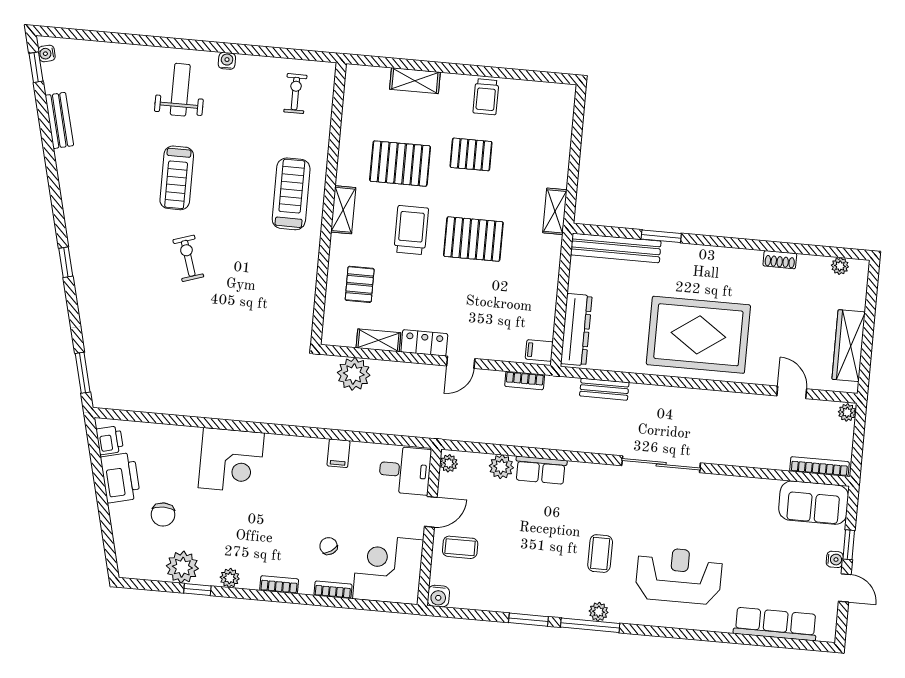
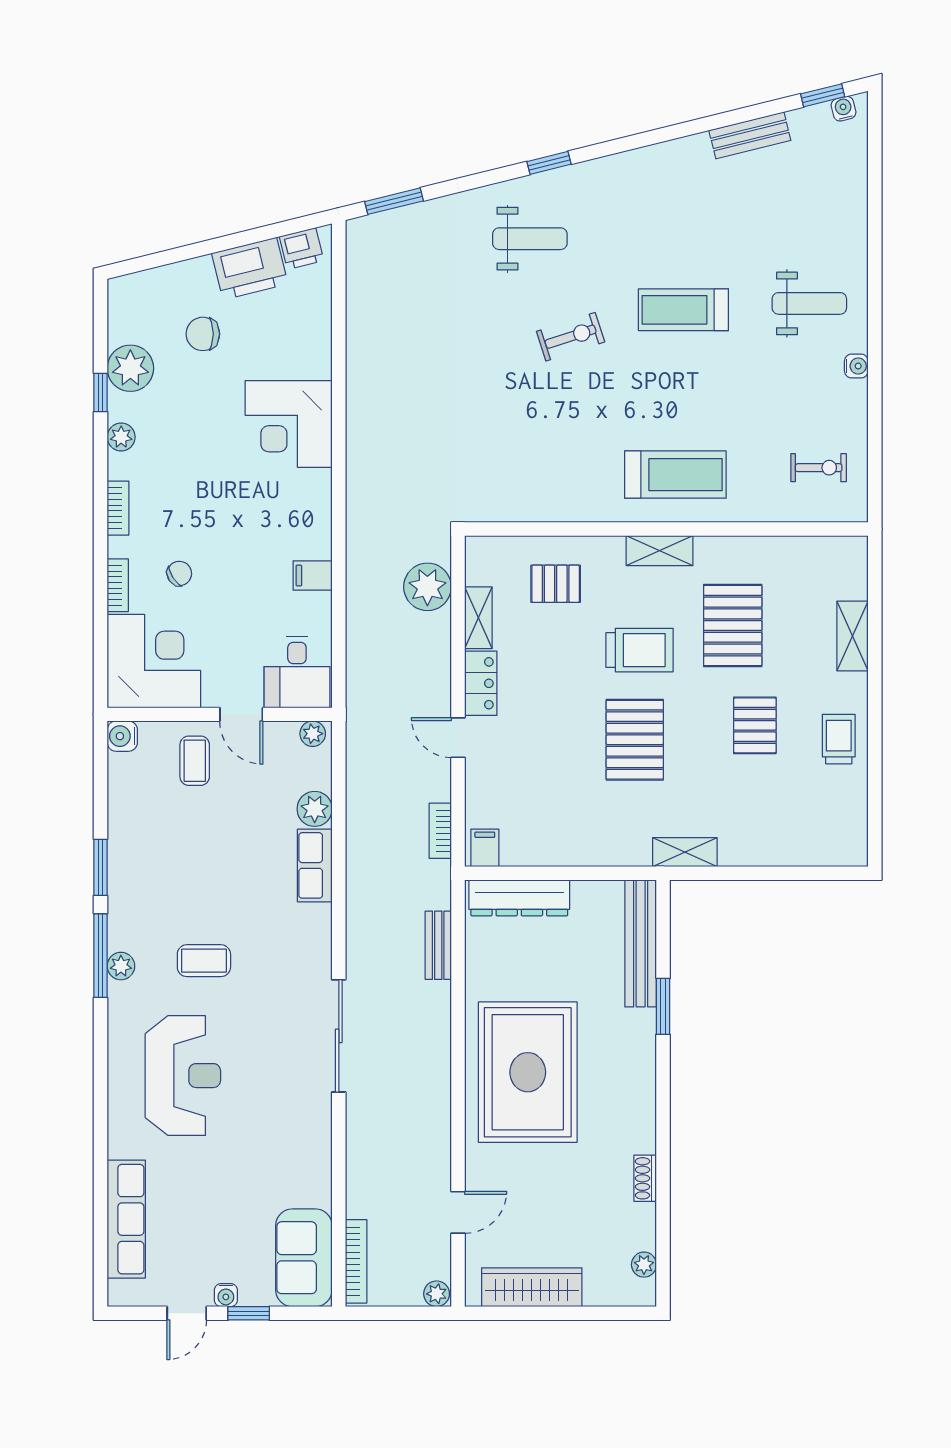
trolley: (486, 97) -> (839, 739), turned 90
weight bench: (117, 280) -> (530, 239), added

